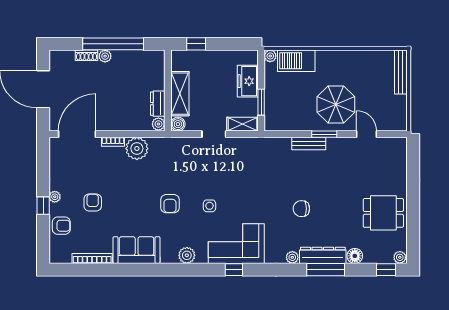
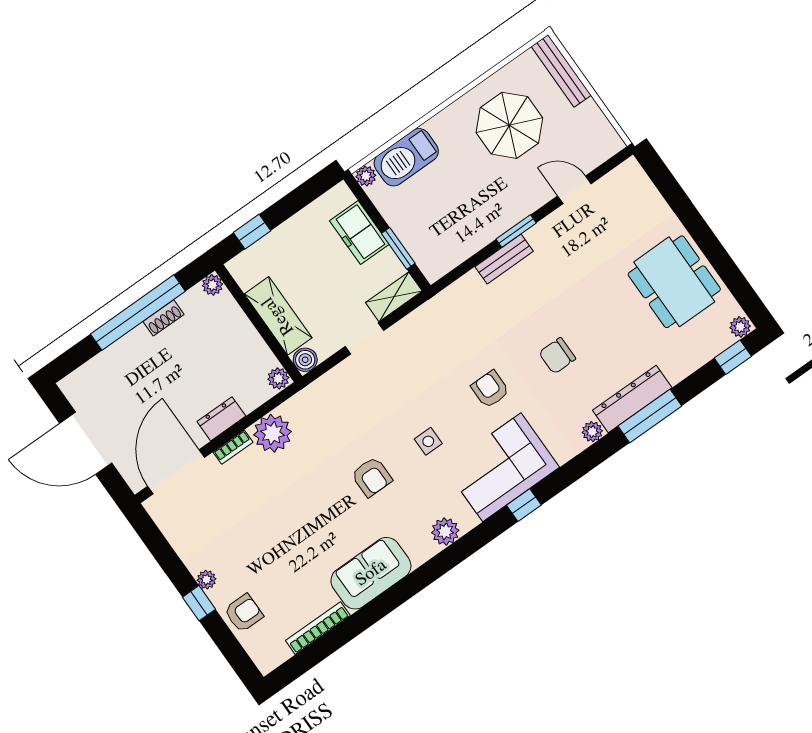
shoe rack: (87, 55) -> (163, 318), moved
plant: (105, 56) -> (212, 285), moved
dresser: (158, 104) -> (221, 419), moved, turned 90
parasol: (336, 105) -> (509, 125), moved
armchair: (93, 202) -> (490, 389), moved
dining table: (383, 213) -> (674, 282), width x1.38
floor lamp: (355, 256) -> (677, 369), removed

